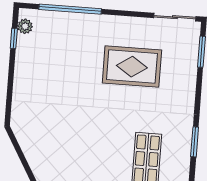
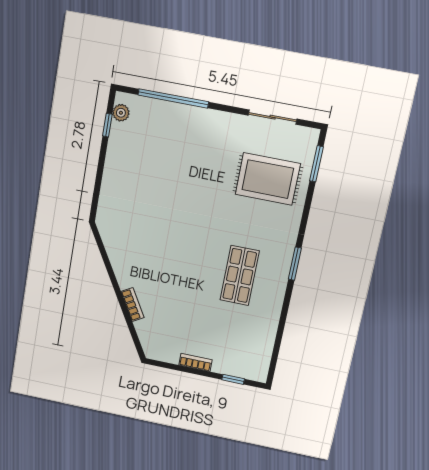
sliding door: (175, 17) -> (273, 117), moved
rug: (132, 67) -> (268, 179), moved

